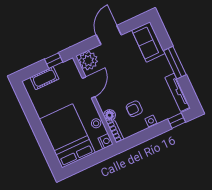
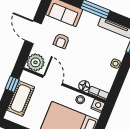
cot: (44, 78) -> (21, 98), width x1.37, depth x1.34
armchair: (134, 109) -> (61, 41), moved

